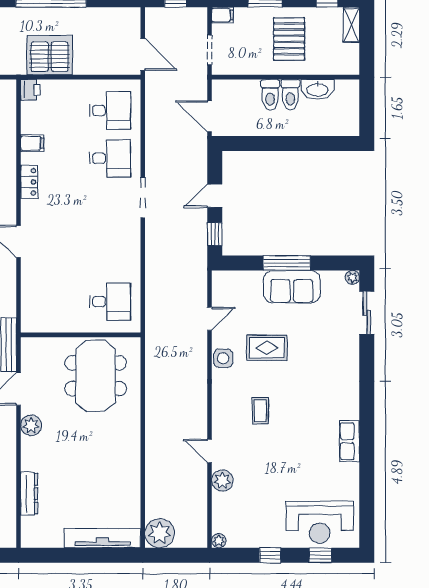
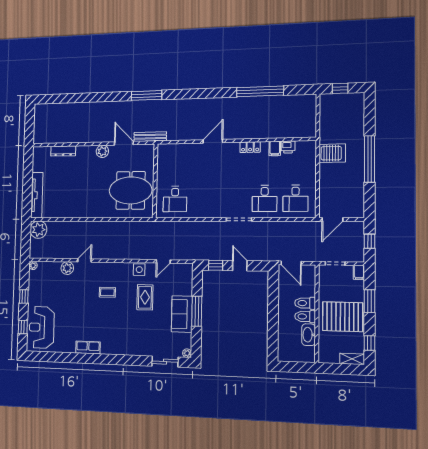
pallet: (289, 39) -> (343, 317), width x1.37, depth x1.41
server rack: (50, 55) -> (332, 153), width x0.62
printer: (30, 90) -> (288, 147), moved
door: (210, 117) -> (291, 263), swing flipped
door: (210, 319) -> (163, 261), hinge flipped

